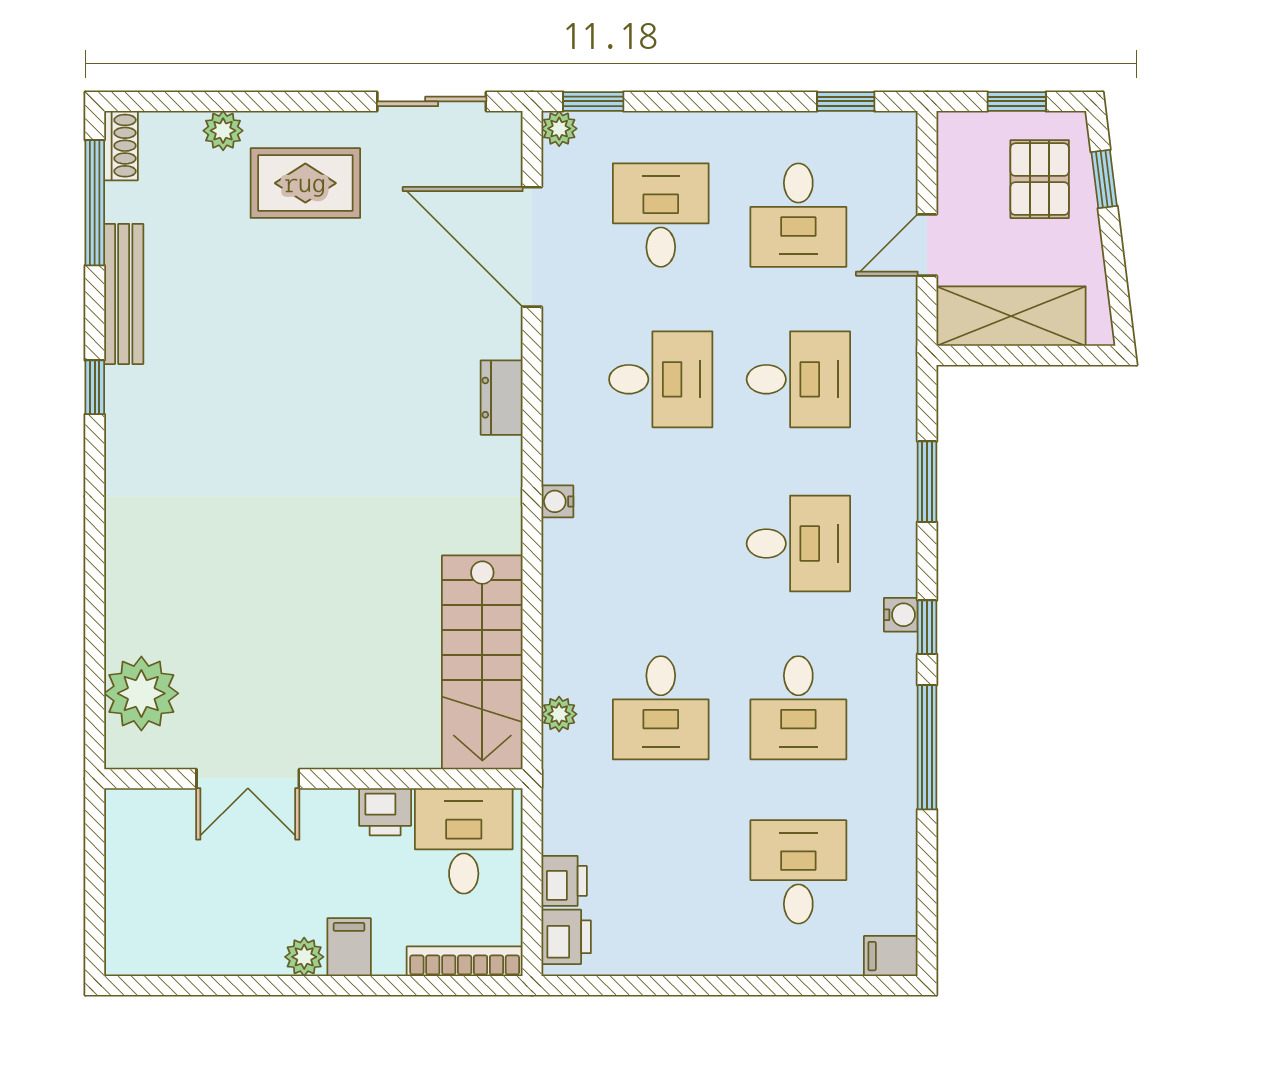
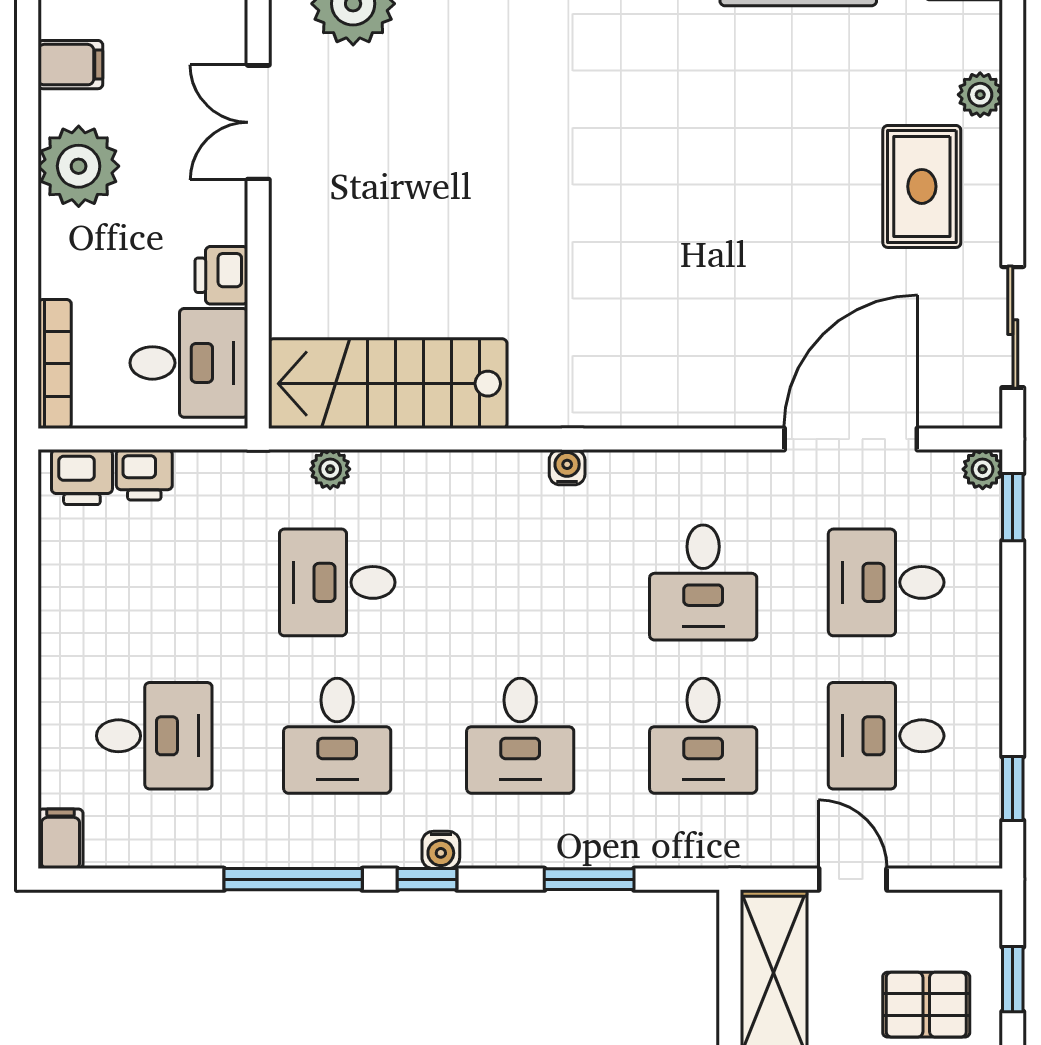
desk: (661, 215) -> (886, 582), turned 180
dresser: (502, 398) -> (683, 405), removed
desk: (798, 708) -> (337, 736), turned -90
filing cabinet: (349, 947) -> (70, 65), moved
plant: (304, 957) -> (79, 166), width x1.87, depth x1.87

